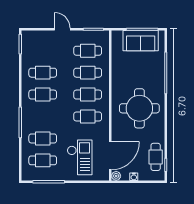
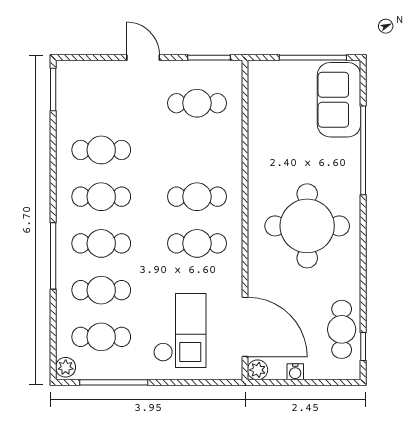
sofa: (141, 41) -> (339, 100), moved, turned 90
cafe table: (88, 73) -> (101, 243), moved
door: (110, 156) -> (245, 327), hinge flipped
plant: (26, 175) -> (66, 367), added

